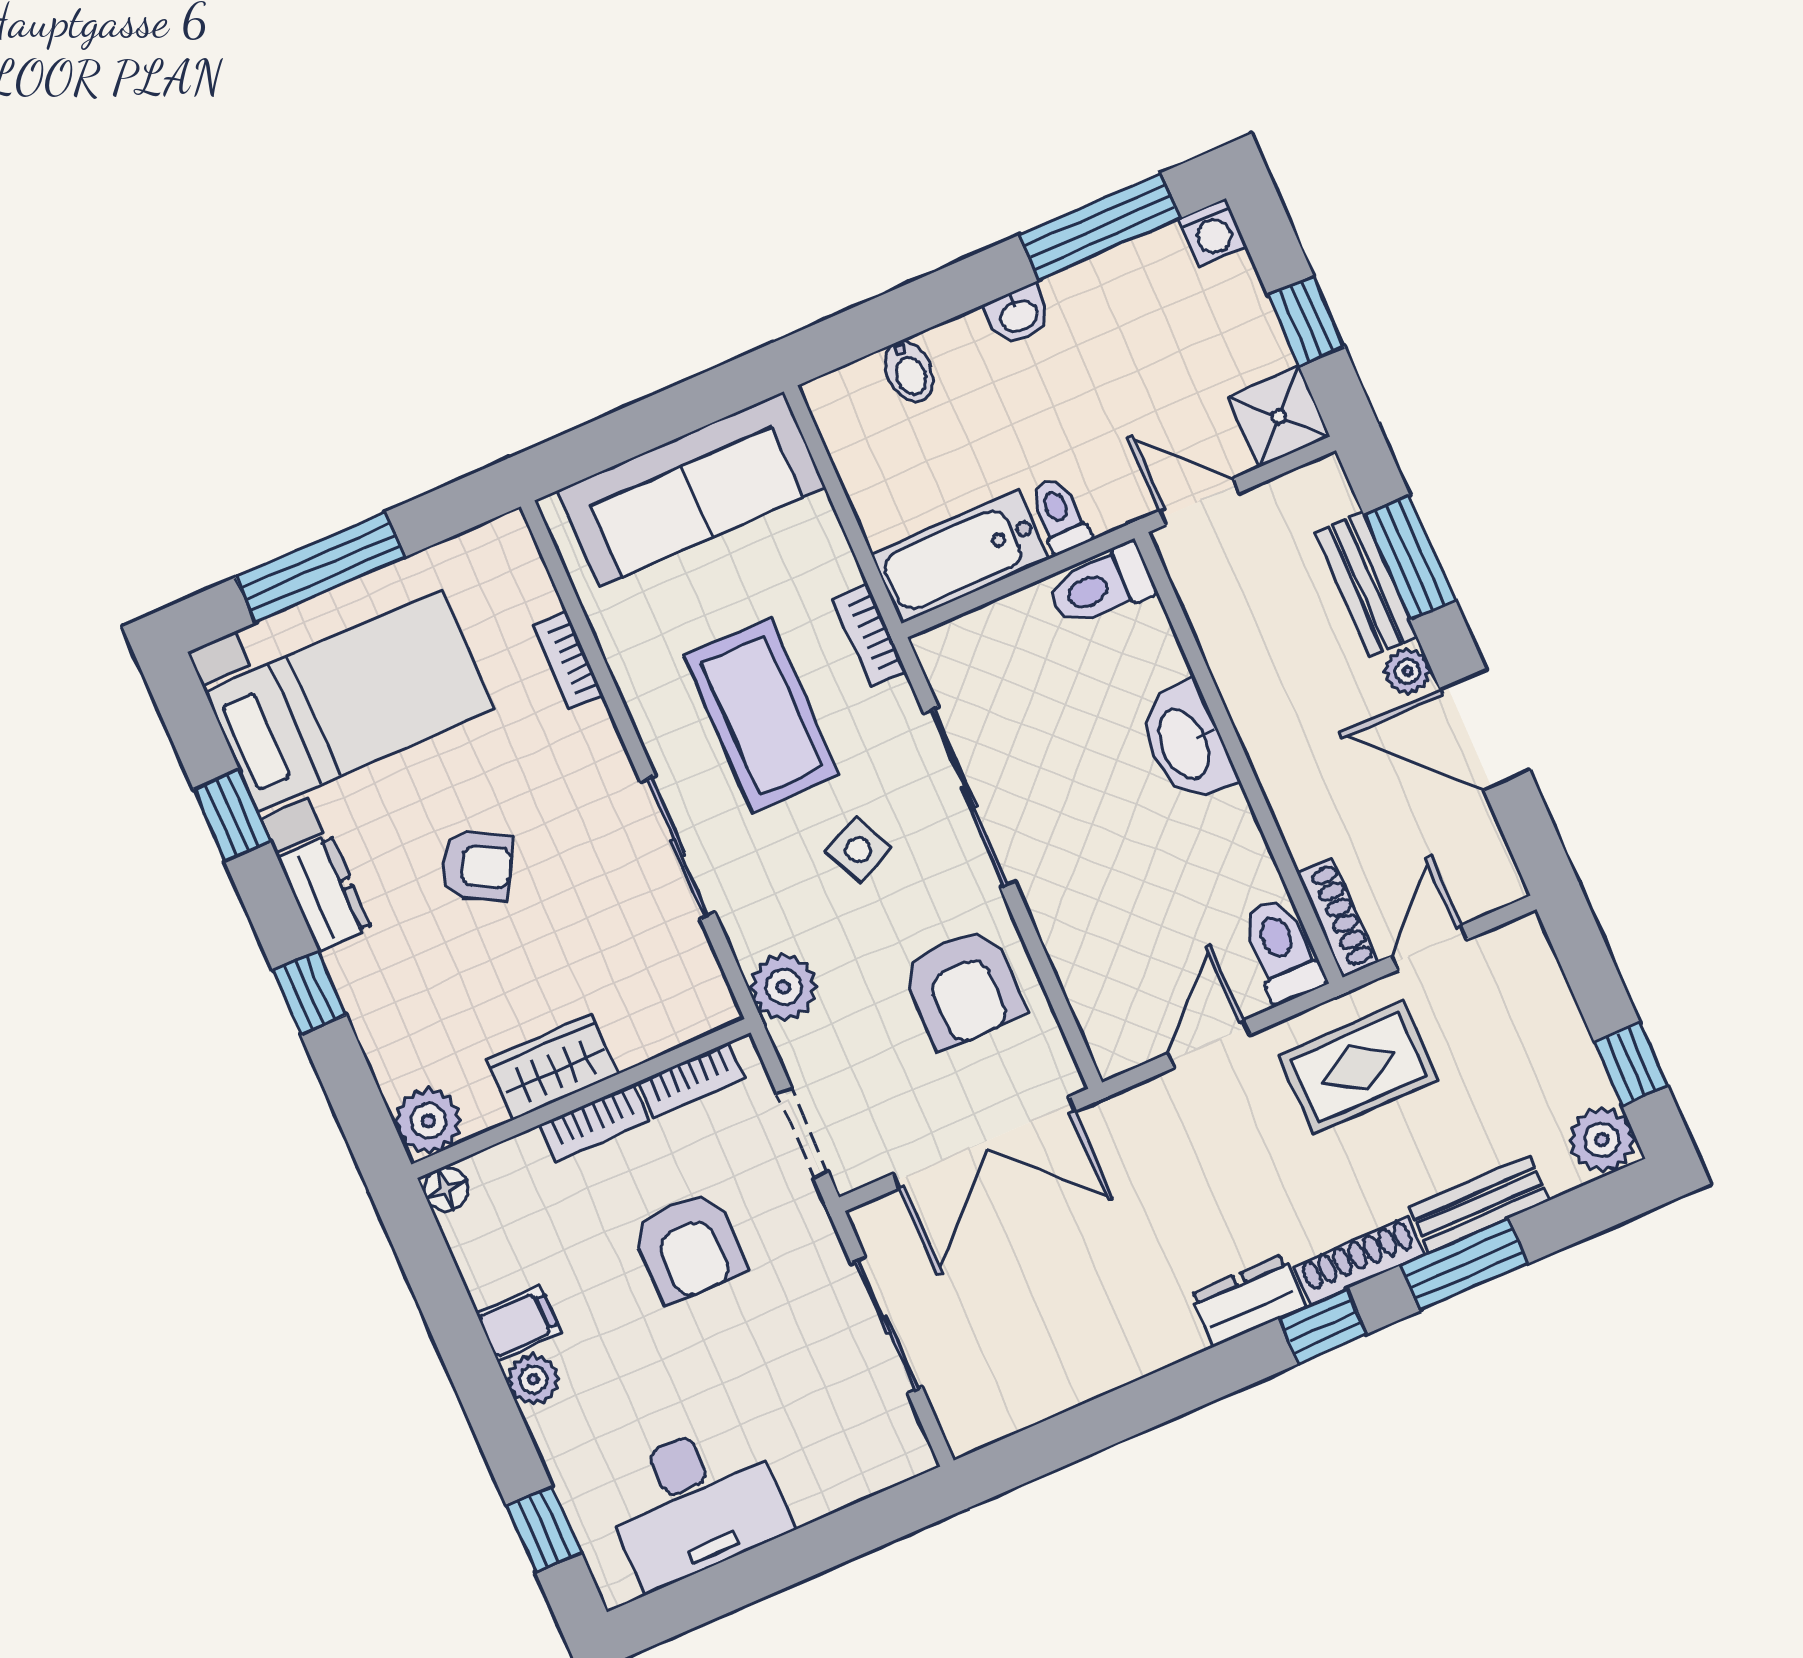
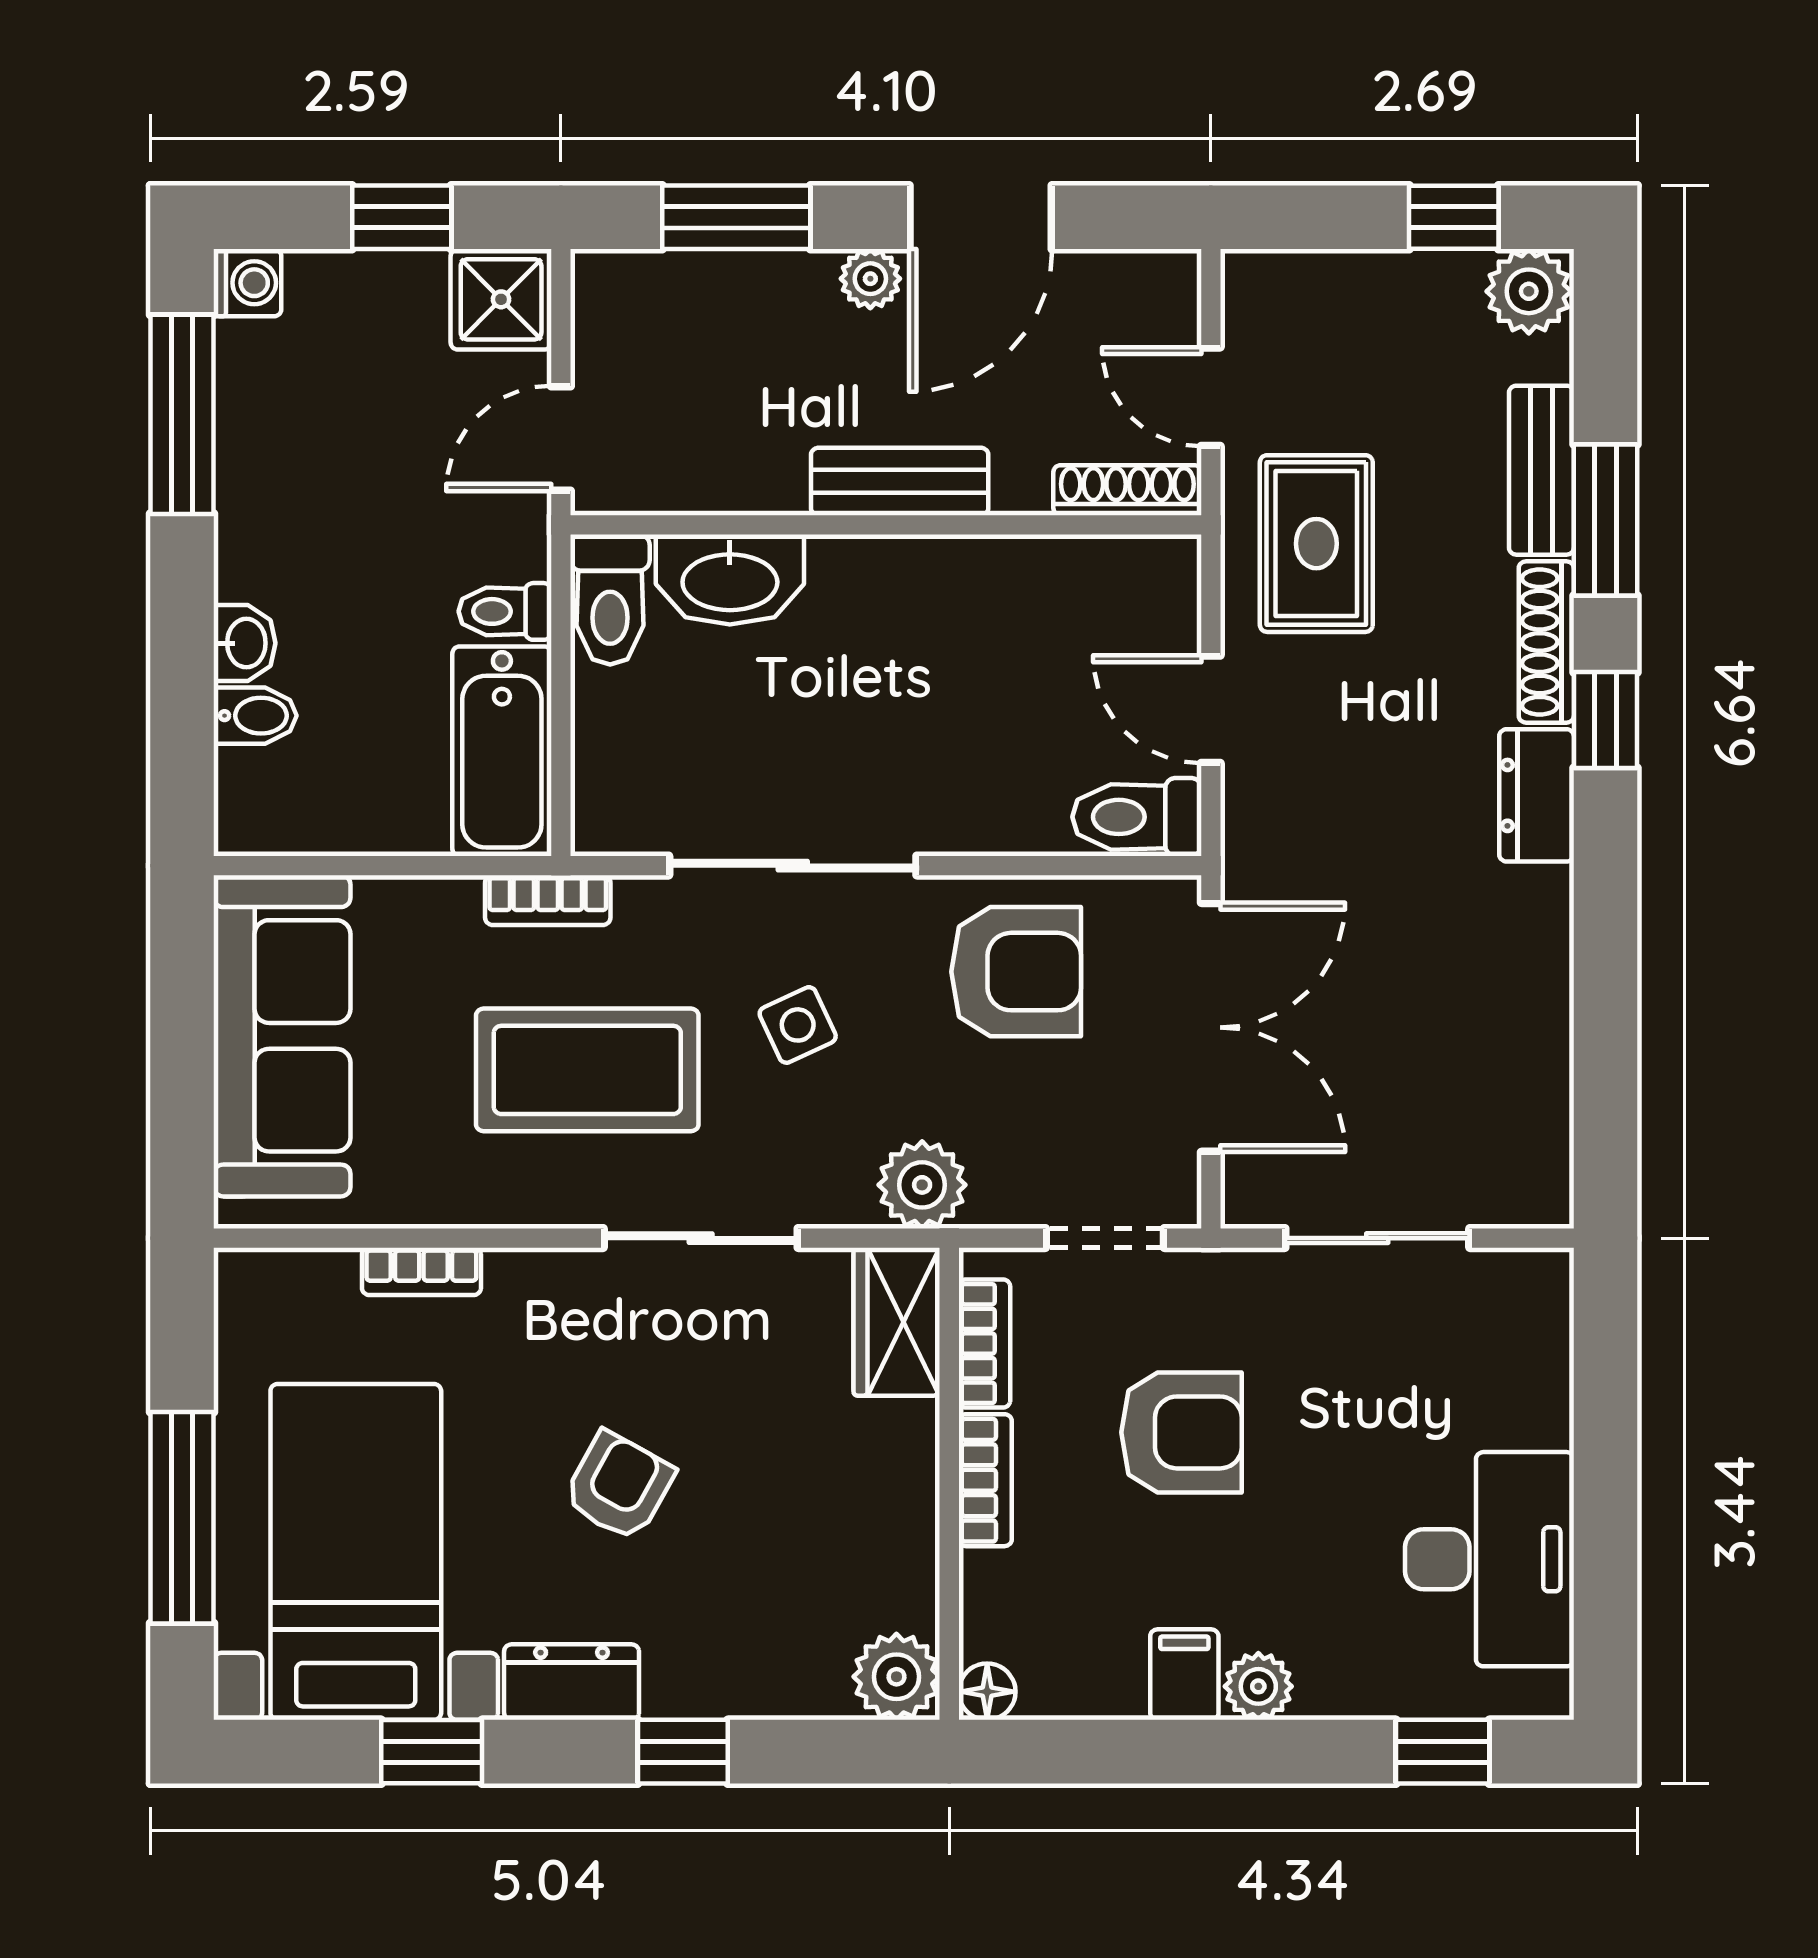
washbasin: (1018, 315) -> (245, 643), moved
bench: (1366, 584) -> (900, 481), moved
washbasin: (1186, 743) -> (730, 580), moved
toilet: (1282, 950) -> (1137, 817), moved
wardrobe: (553, 1067) -> (897, 1322), moved

